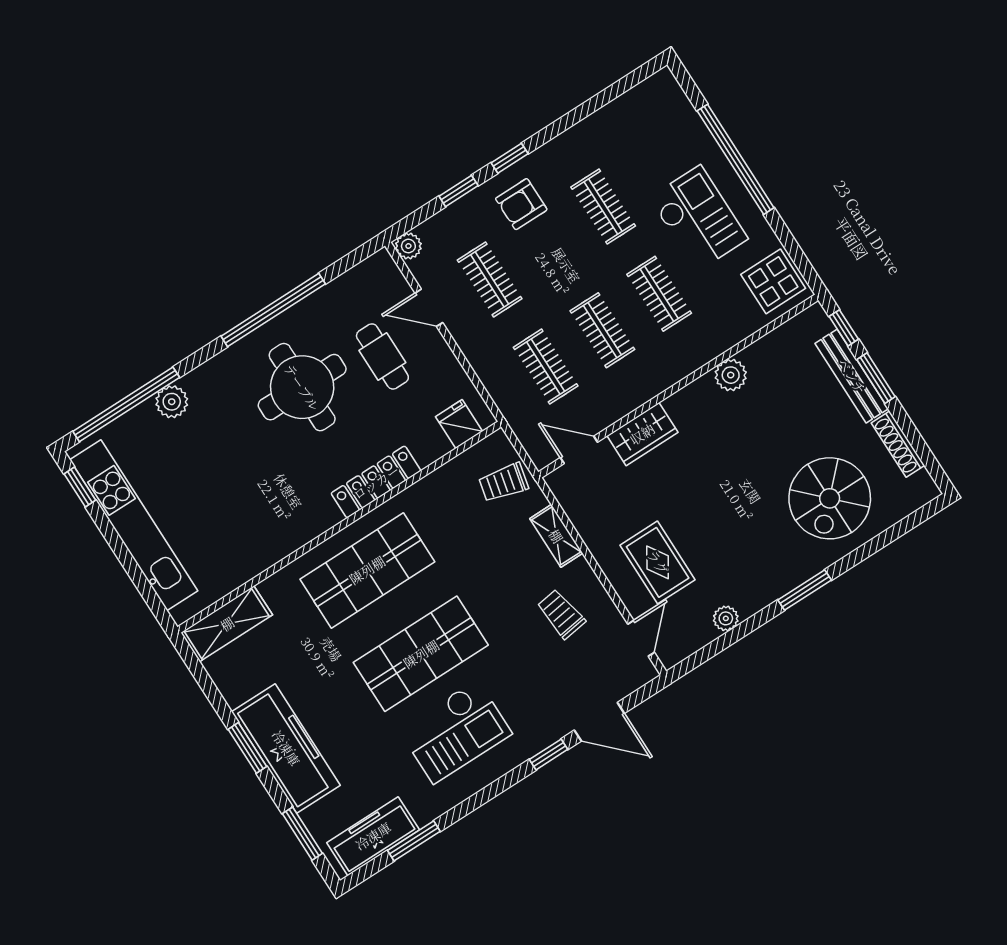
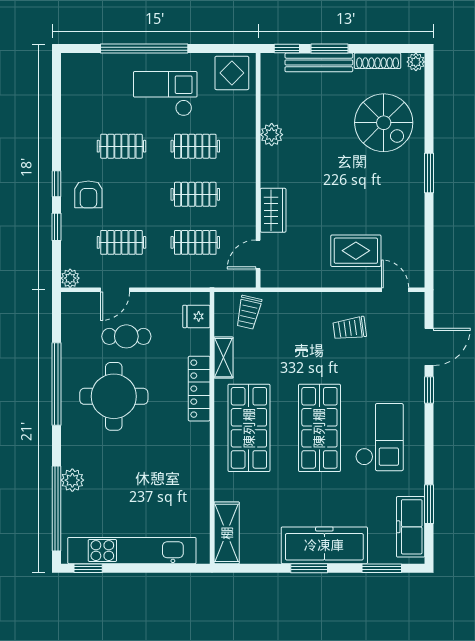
shelving: (556, 536) -> (224, 358), moved, turned 90
plant: (726, 618) -> (416, 62), moved

